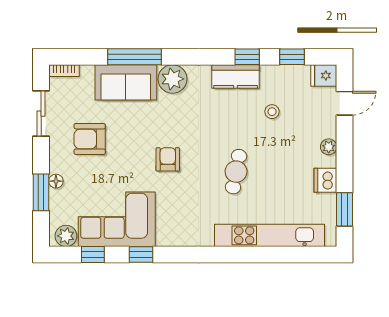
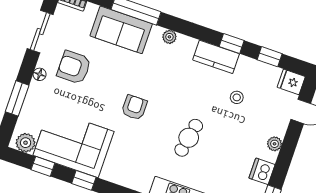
plant: (172, 79) -> (169, 37), width x0.53, depth x0.53
floor lamp: (56, 181) -> (40, 74), moved

